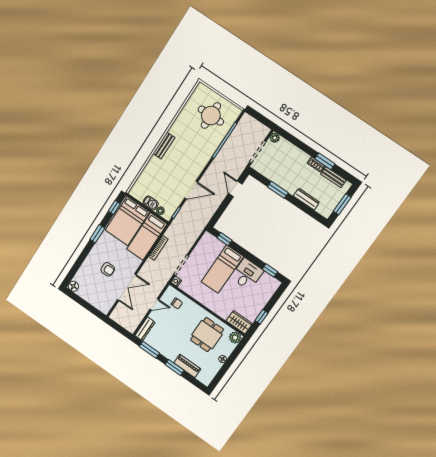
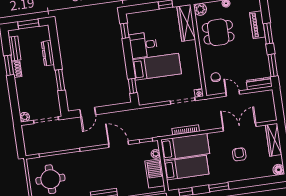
barbecue: (151, 203) -> (155, 173), width x1.88, depth x1.53
bed: (127, 221) -> (186, 168), width x0.67
wardrobe: (97, 302) -> (274, 140), added
wardrobe: (239, 322) -> (186, 23), width x1.50

